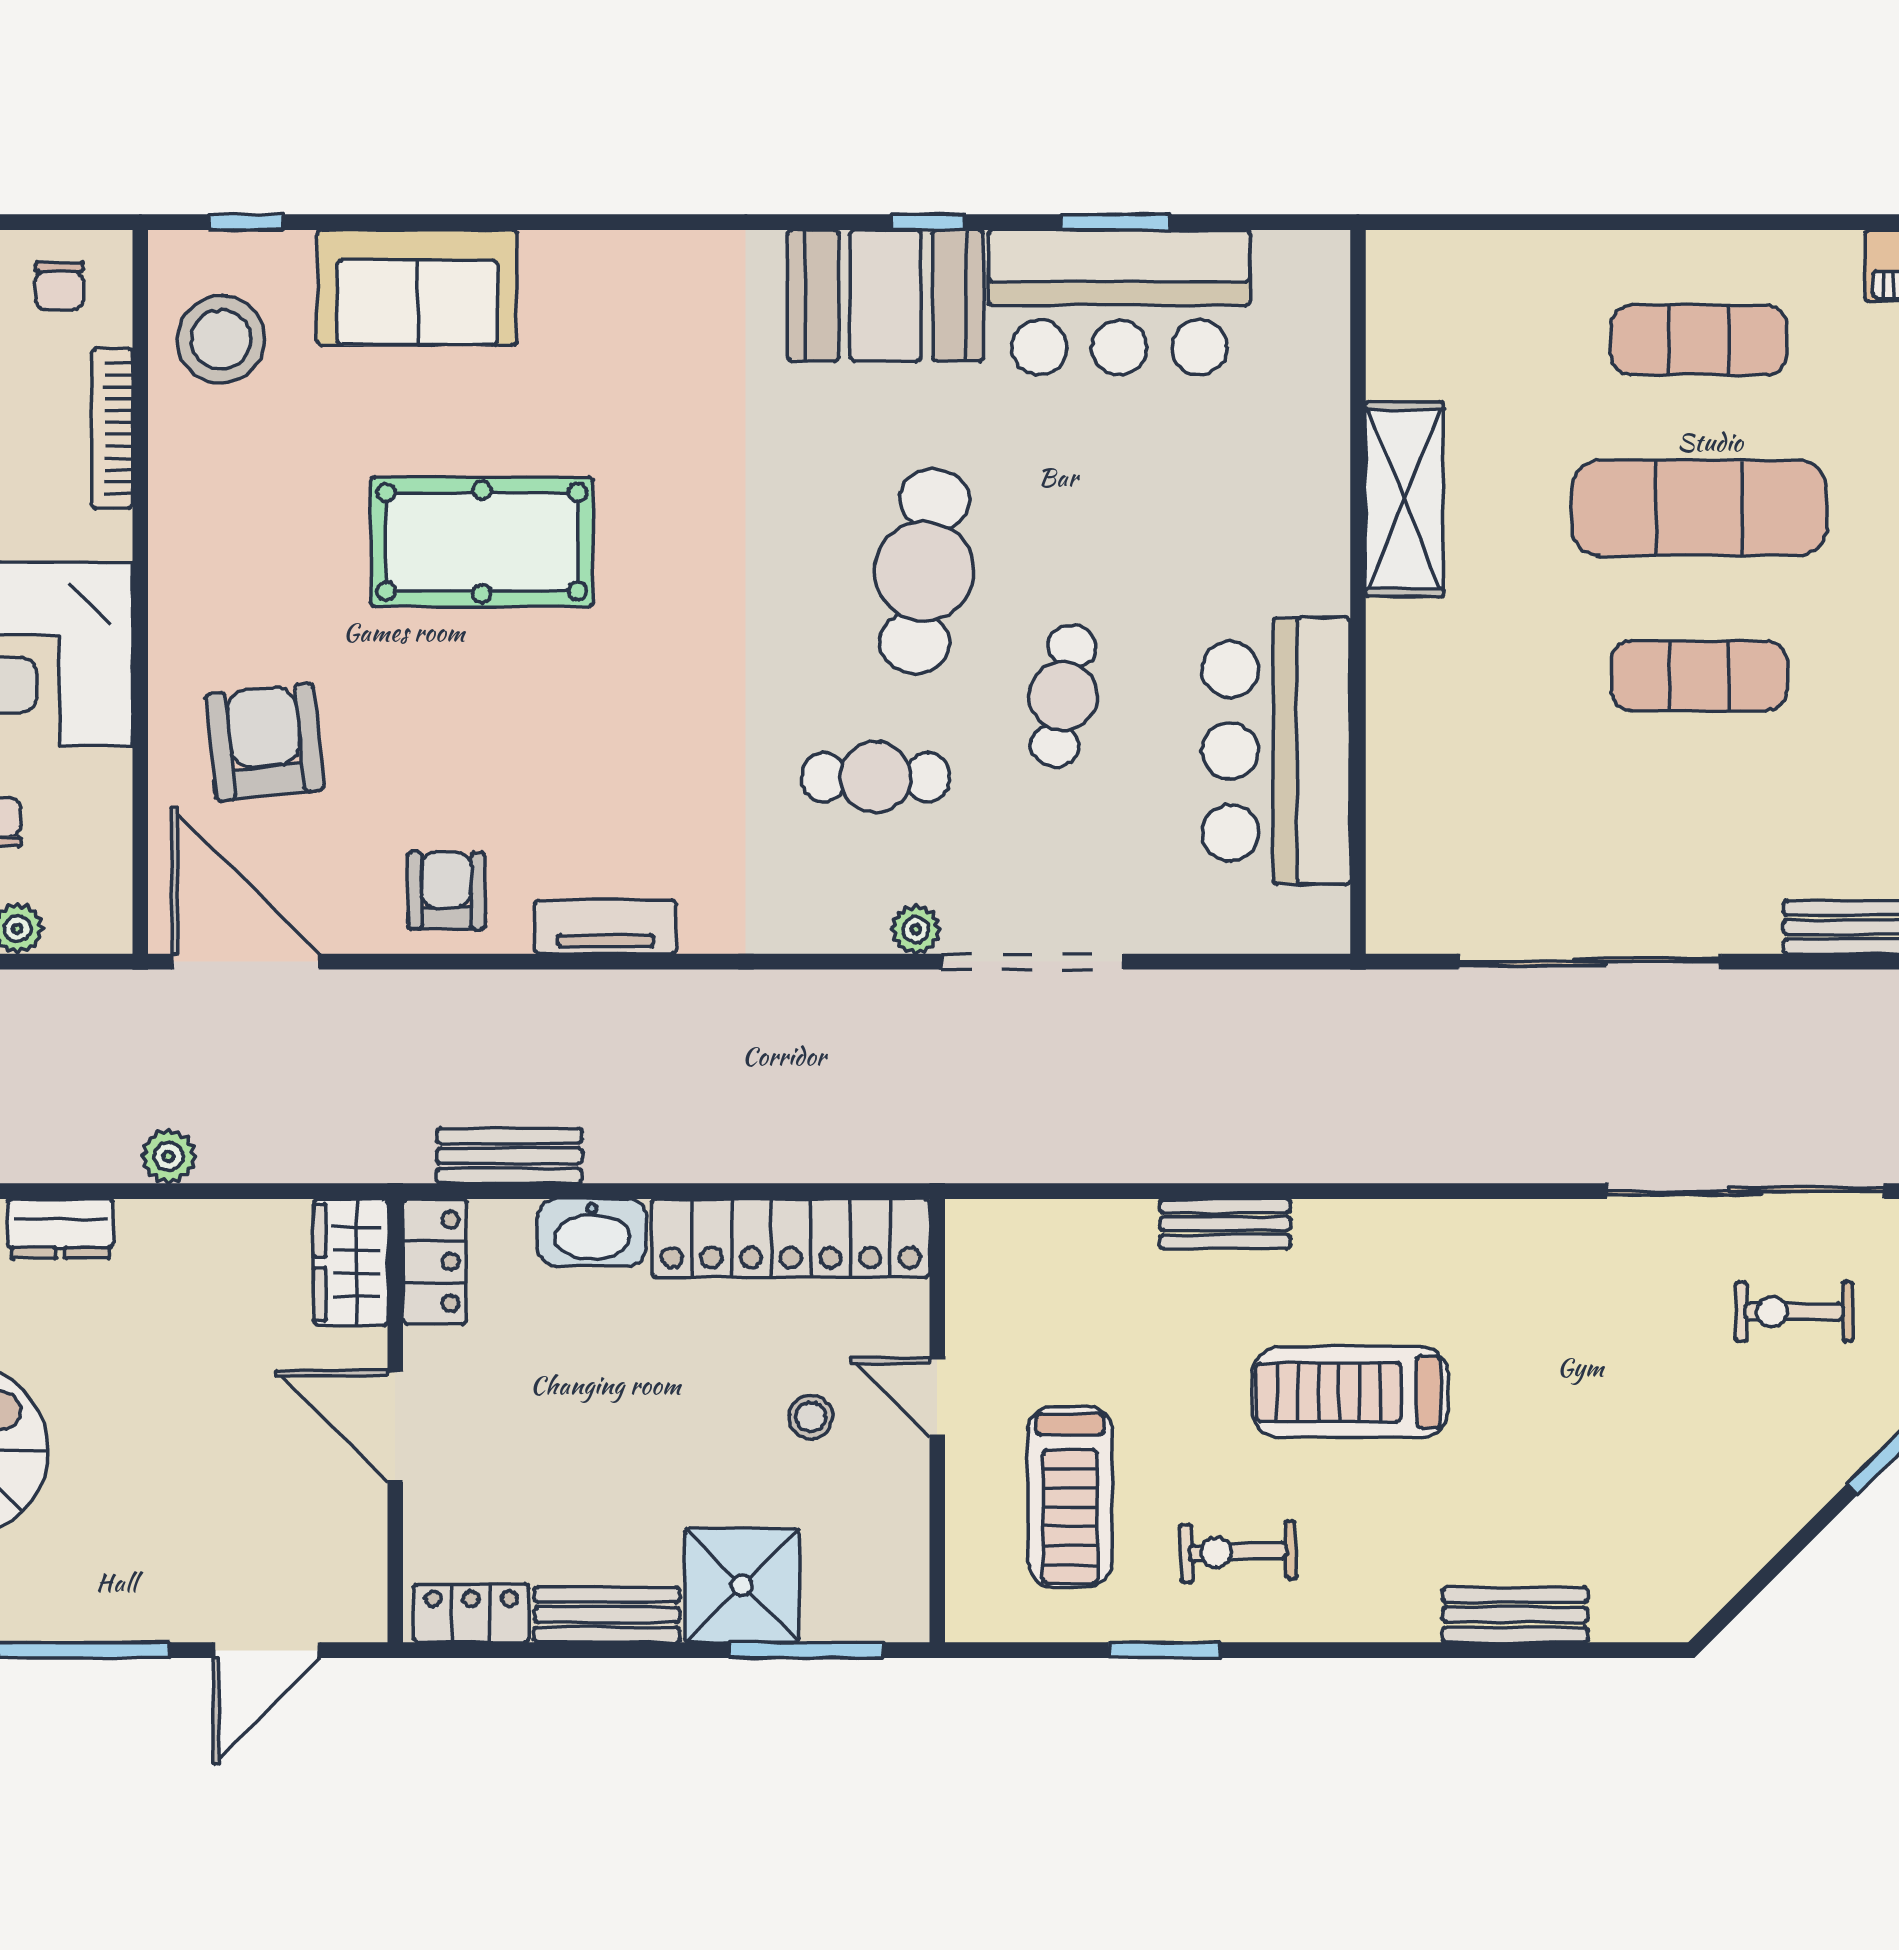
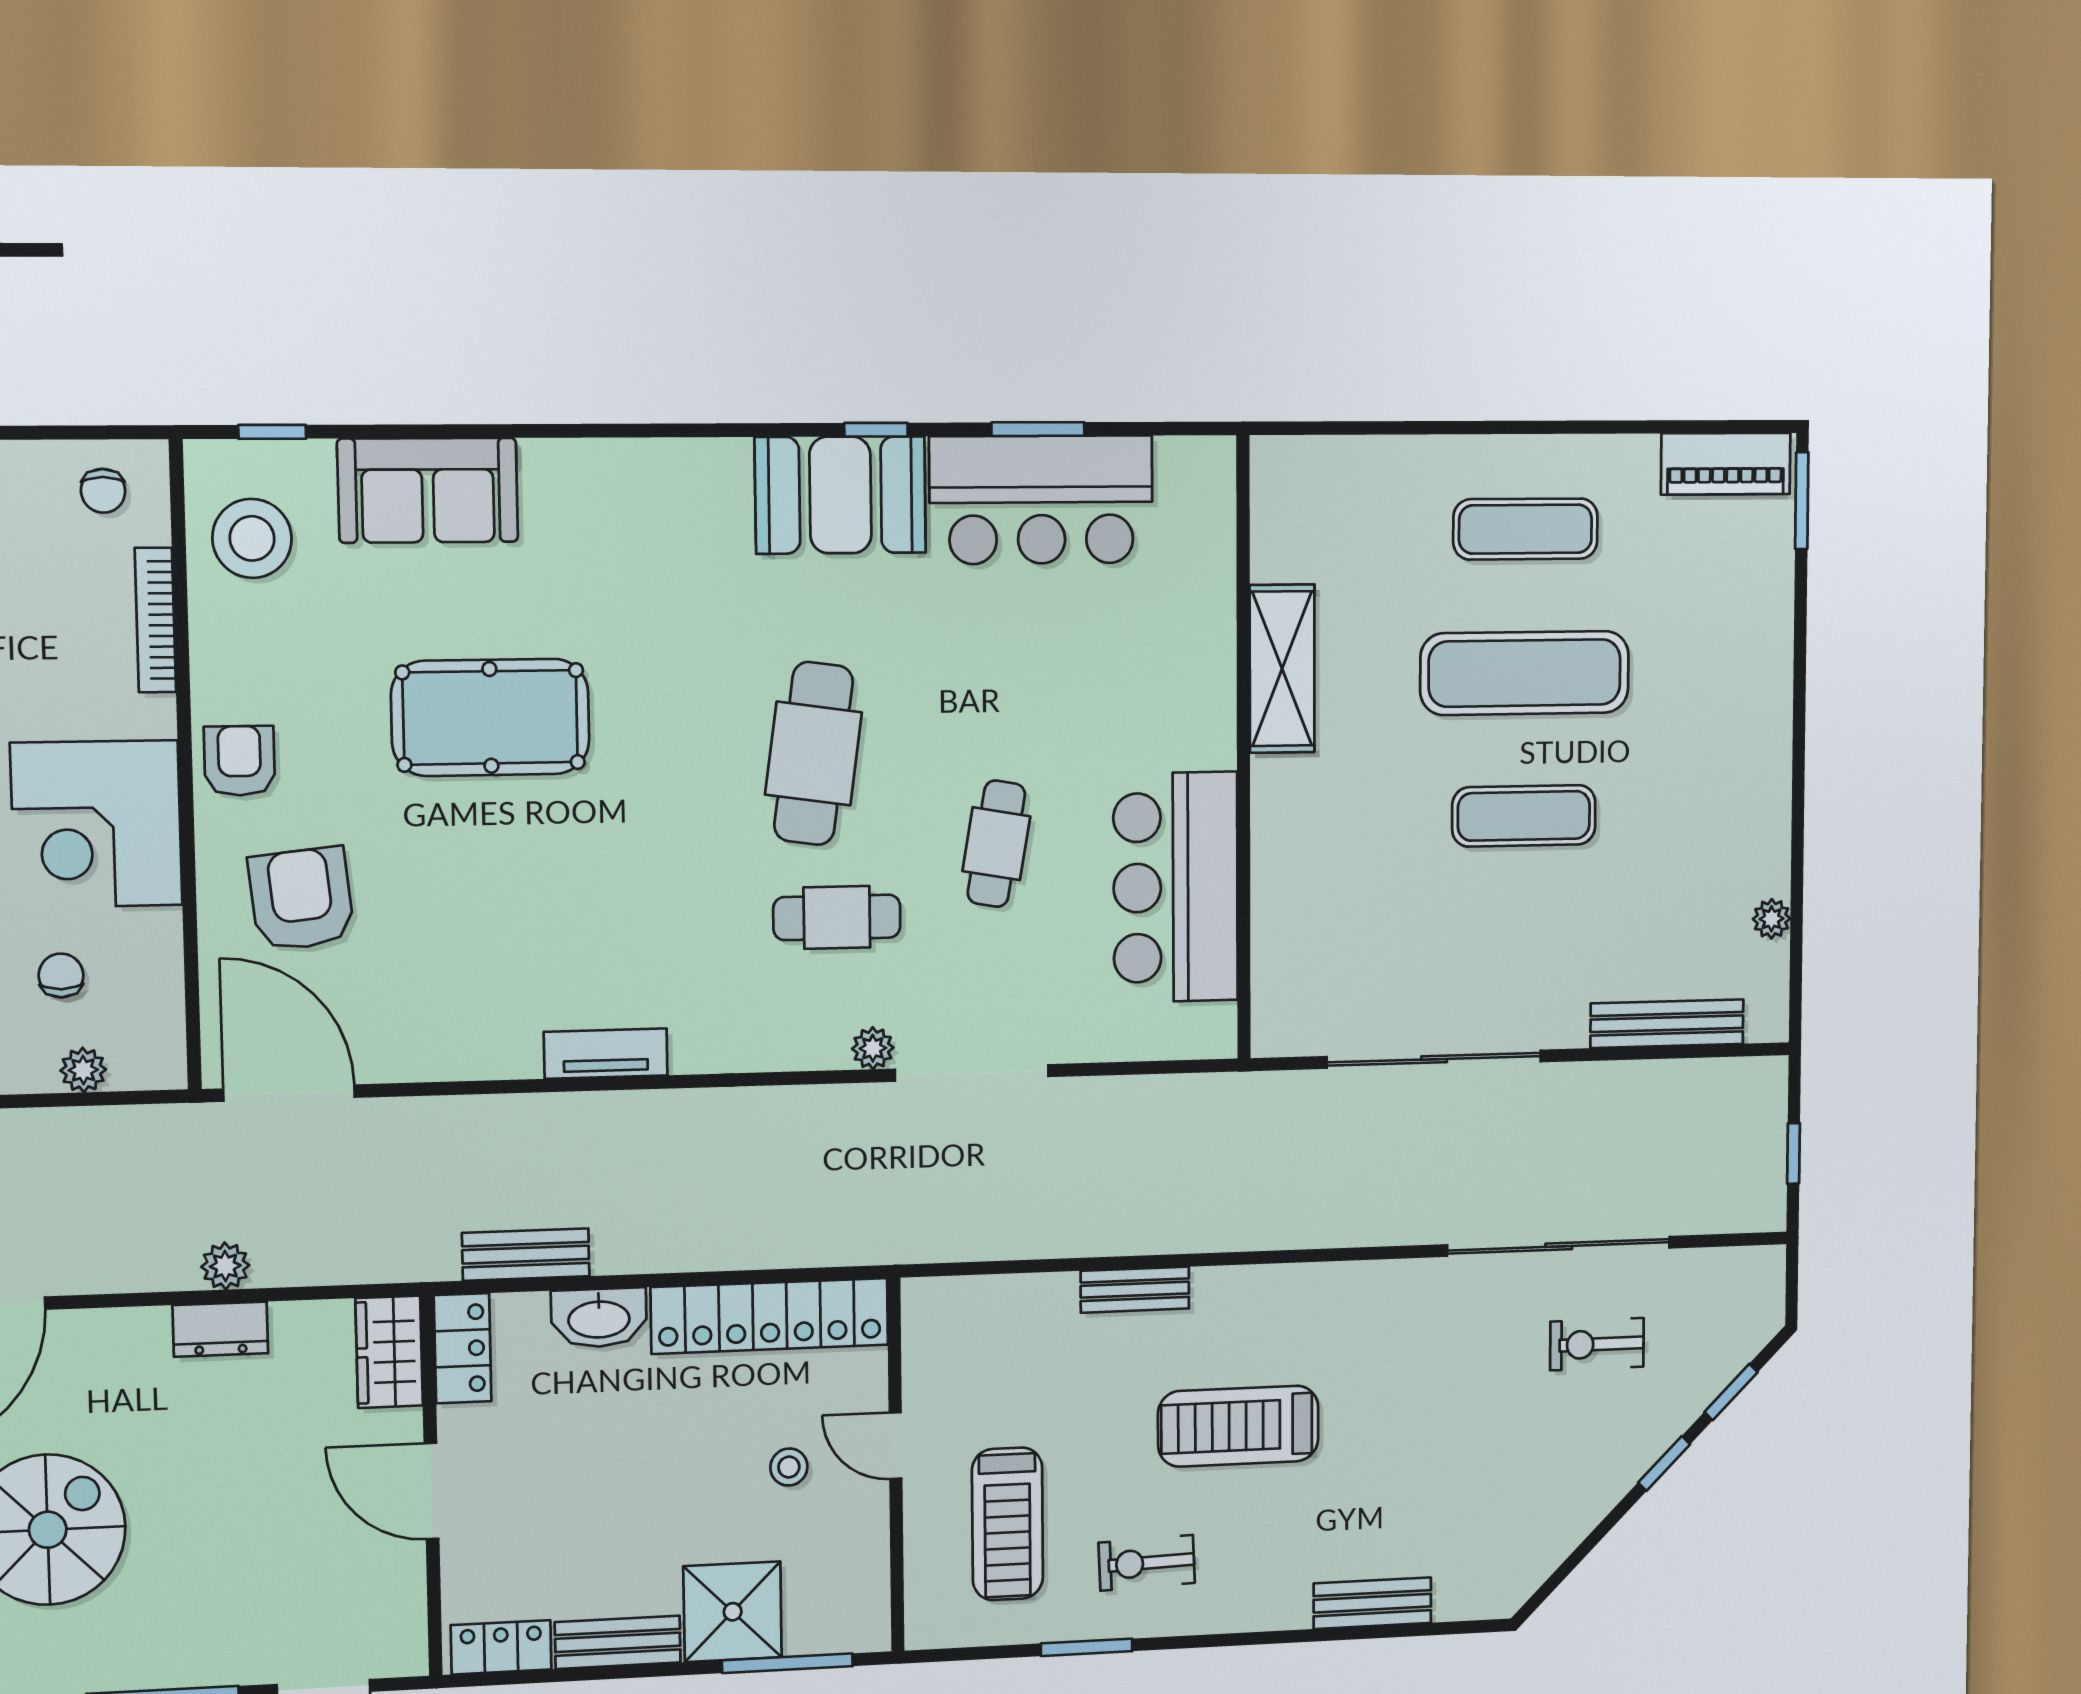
cafe table: (924, 571) -> (813, 754), moved
armchair: (446, 891) -> (239, 761), moved
dresser: (60, 1229) -> (220, 1329), moved

